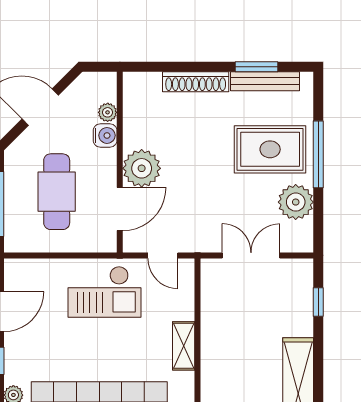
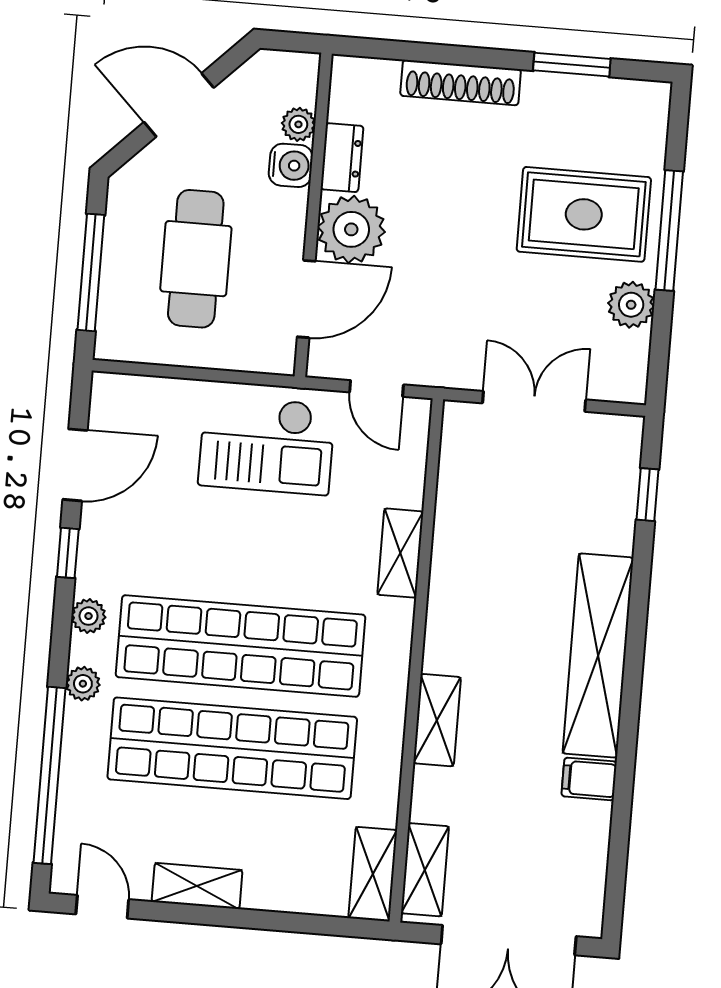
bench: (265, 81) -> (585, 92), removed
dresser: (133, 129) -> (342, 158), added
plant: (296, 202) -> (631, 305), width x0.73, depth x0.73

